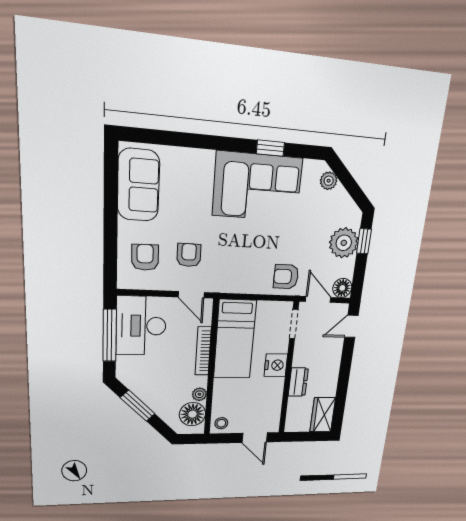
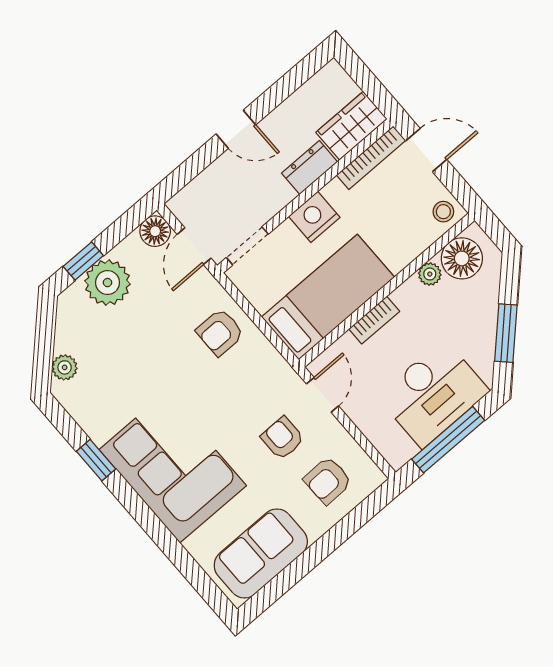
corner sofa: (258, 187) -> (173, 468), moved
armchair: (189, 255) -> (283, 438), turned 90
armchair: (286, 277) -> (220, 332), moved, turned 90
desk: (141, 326) -> (433, 394), moved
door: (351, 326) -> (236, 129), moved
bookcase: (203, 351) -> (374, 320), width x0.64
bookcase: (275, 412) -> (371, 158), added
wardrobe: (323, 415) -> (351, 126), moved, turned 180
door: (255, 438) -> (426, 150), hinge flipped

